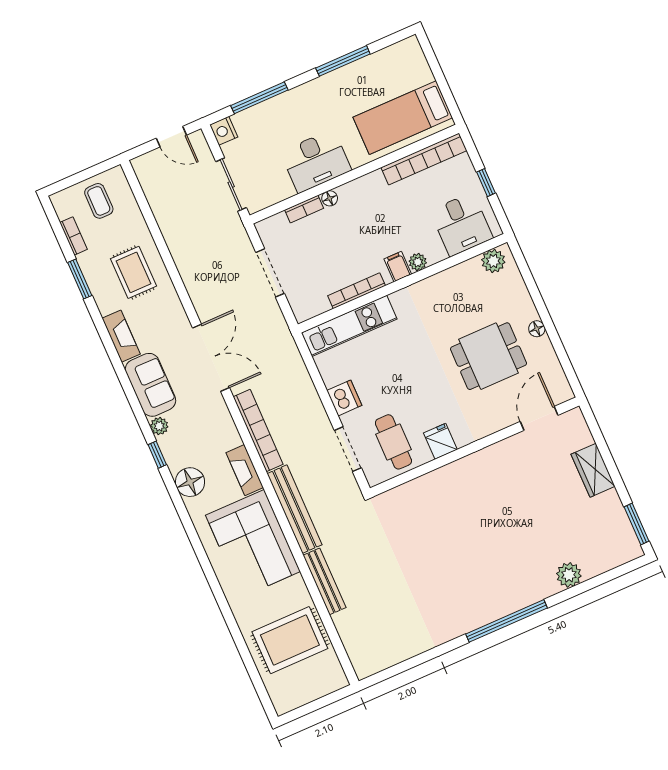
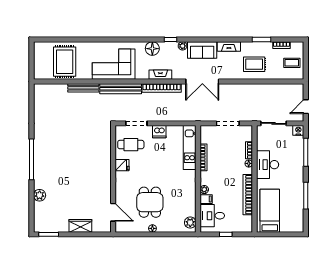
bookcase: (424, 159) -> (248, 195), moved
filing cabinet: (398, 267) -> (206, 199), moved
fireplace: (245, 470) -> (160, 75), moved

